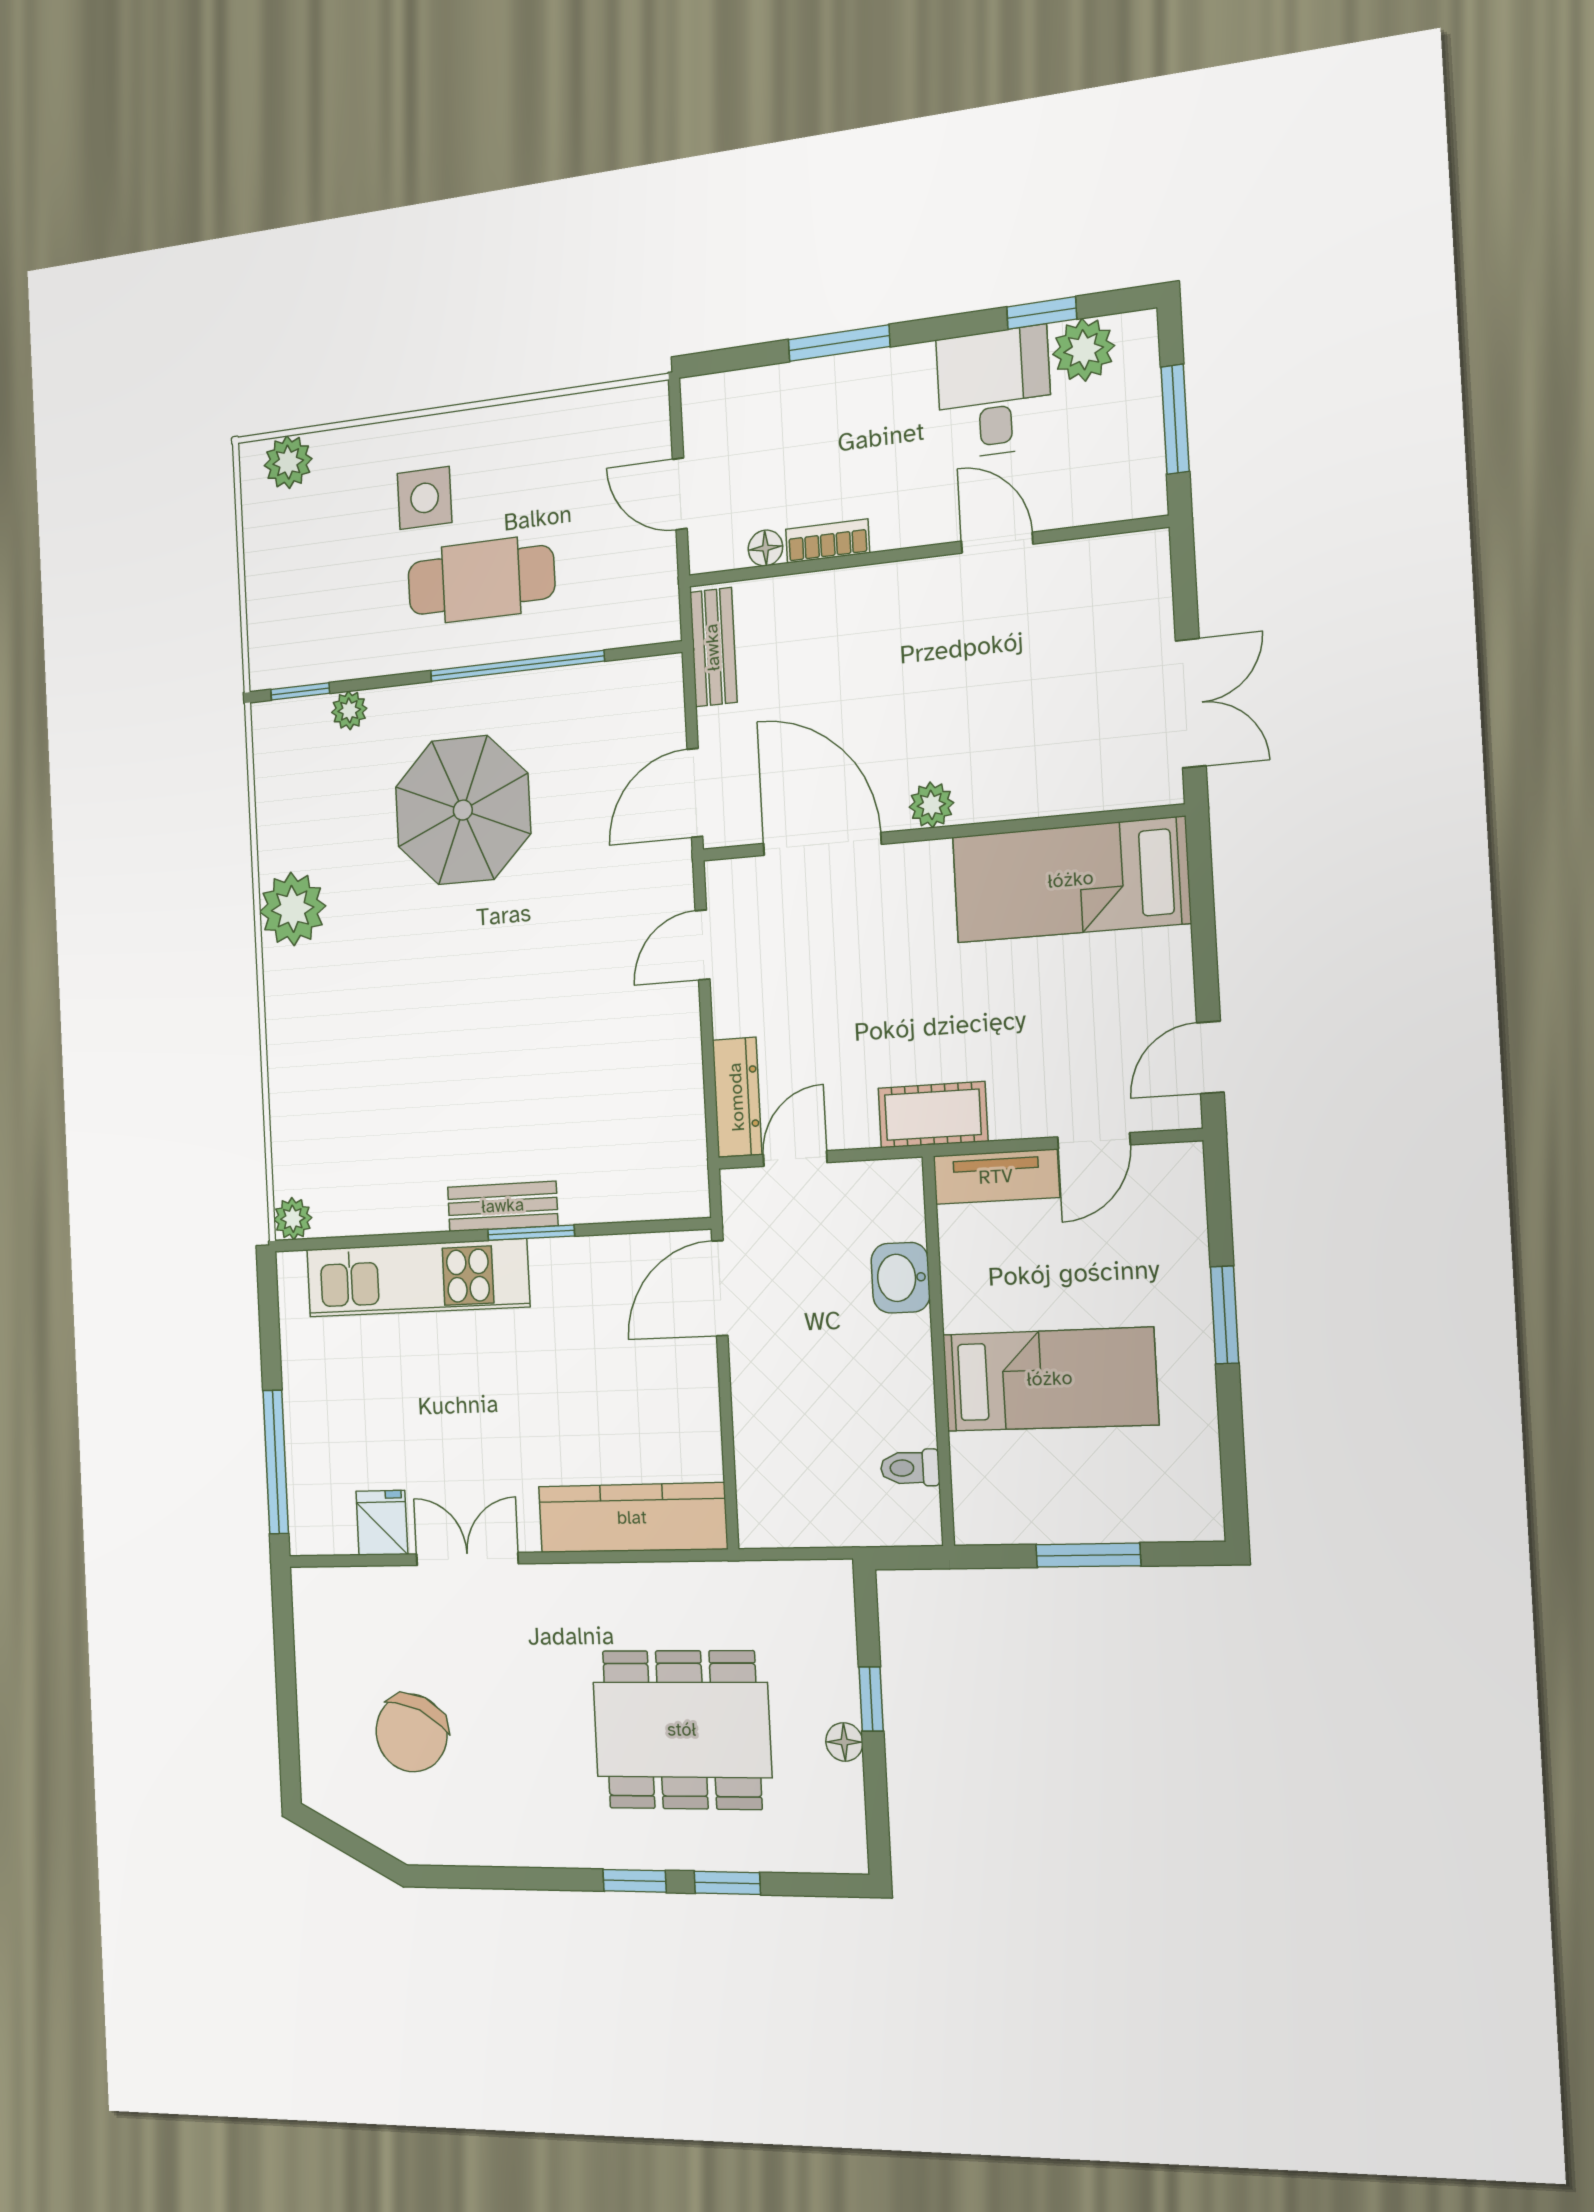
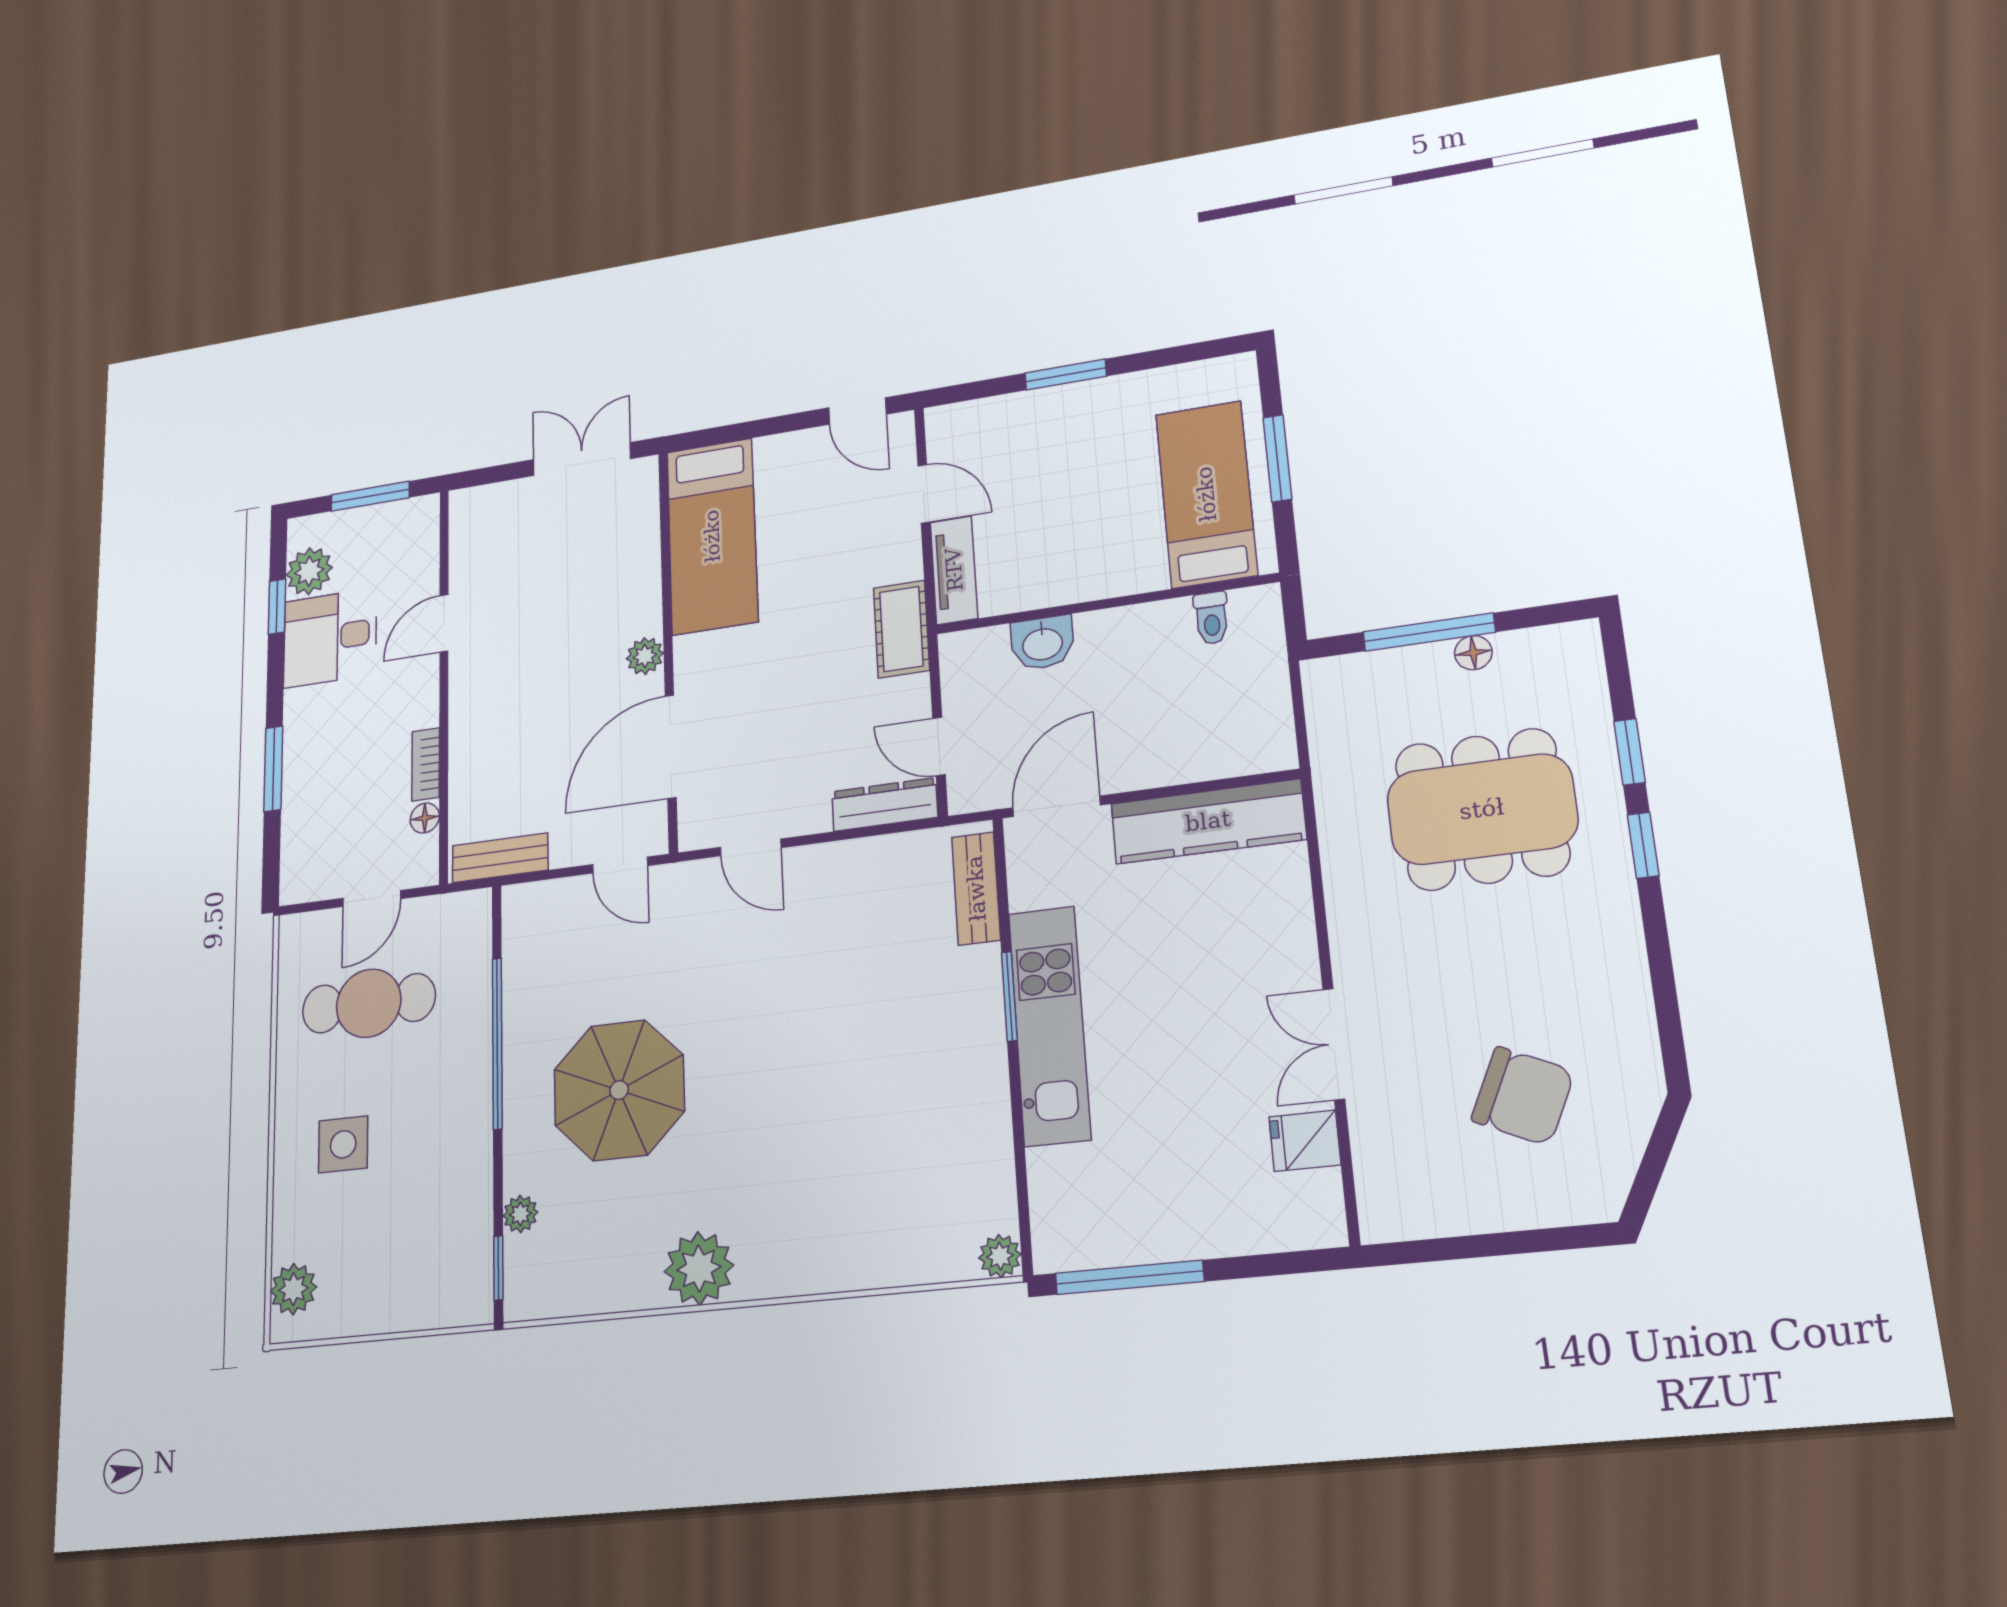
cafe table: (481, 580) -> (369, 1003), moved, turned 90
door: (695, 793) -> (620, 865), width x0.73
bench: (503, 1206) -> (976, 888), moved
kitchen unit: (417, 1278) -> (1049, 1025), moved
door: (720, 1288) -> (1057, 806), swing flipped
bed: (1050, 1379) -> (1206, 494), moved
window: (276, 1462) -> (1129, 1277), moved
kitchen counter: (632, 1518) -> (1208, 821), moved, turned -90
window: (871, 1699) -> (1429, 632), width x2.17
dining table: (682, 1730) -> (1482, 809), turned 90

